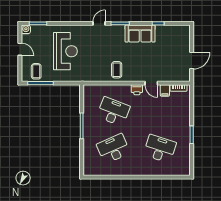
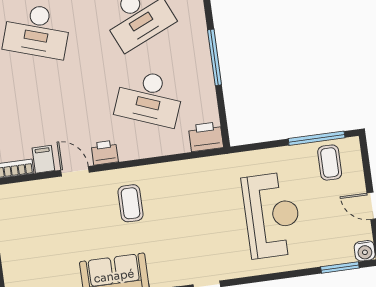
reception desk: (65, 51) -> (272, 215), turned 180
coffee table: (117, 70) -> (131, 203), moved
printer: (90, 91) -> (206, 137), added

